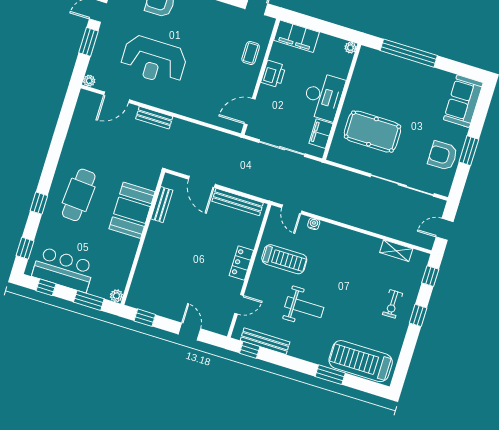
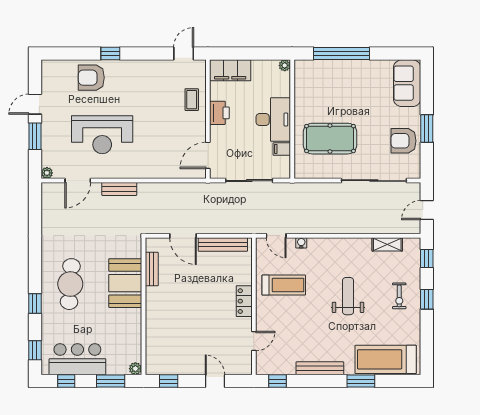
filing cabinet: (321, 134) -> (282, 149), width x0.50
weight bench: (304, 307) -> (348, 296), moved, turned -90
bench: (265, 341) -> (320, 368), moved

